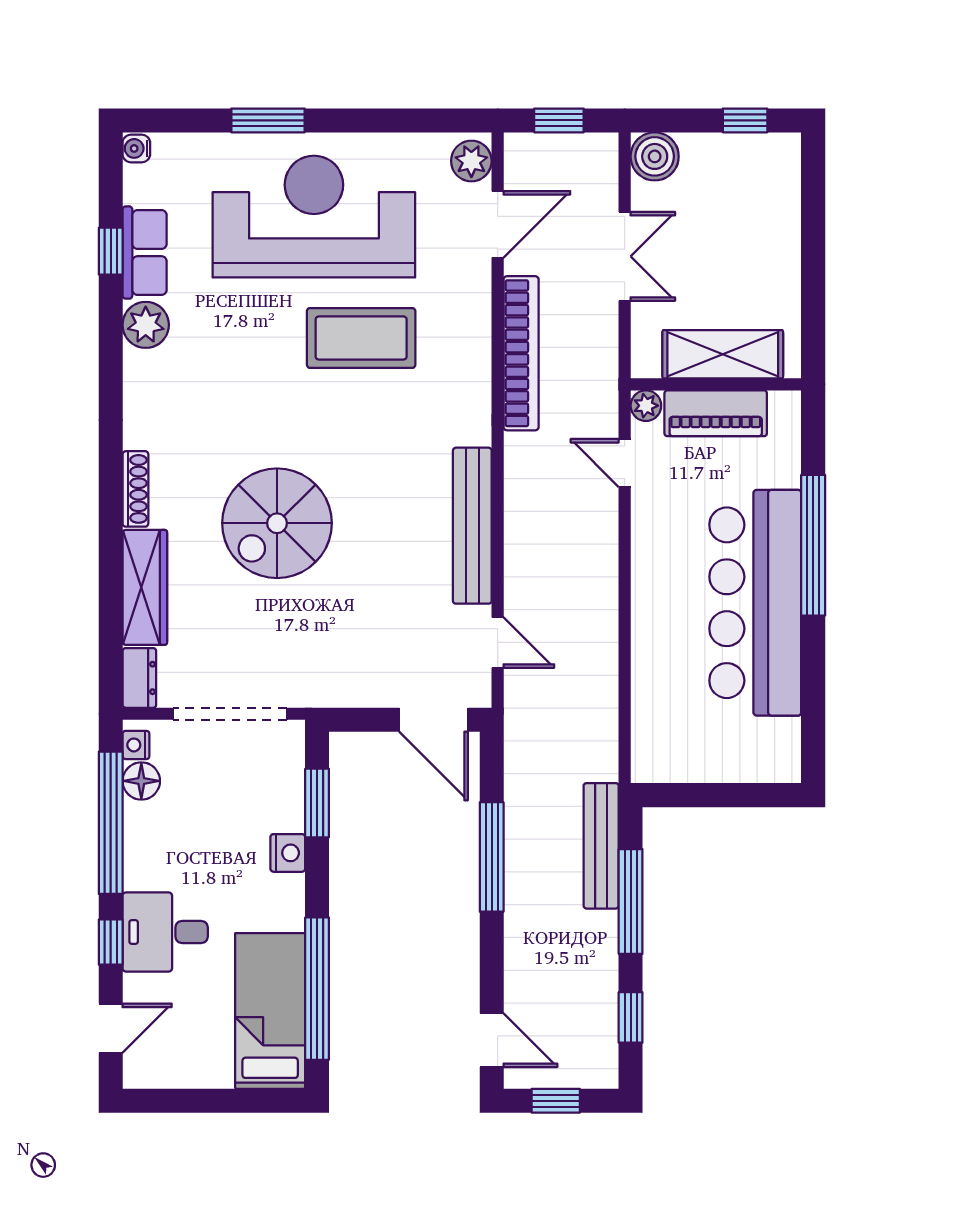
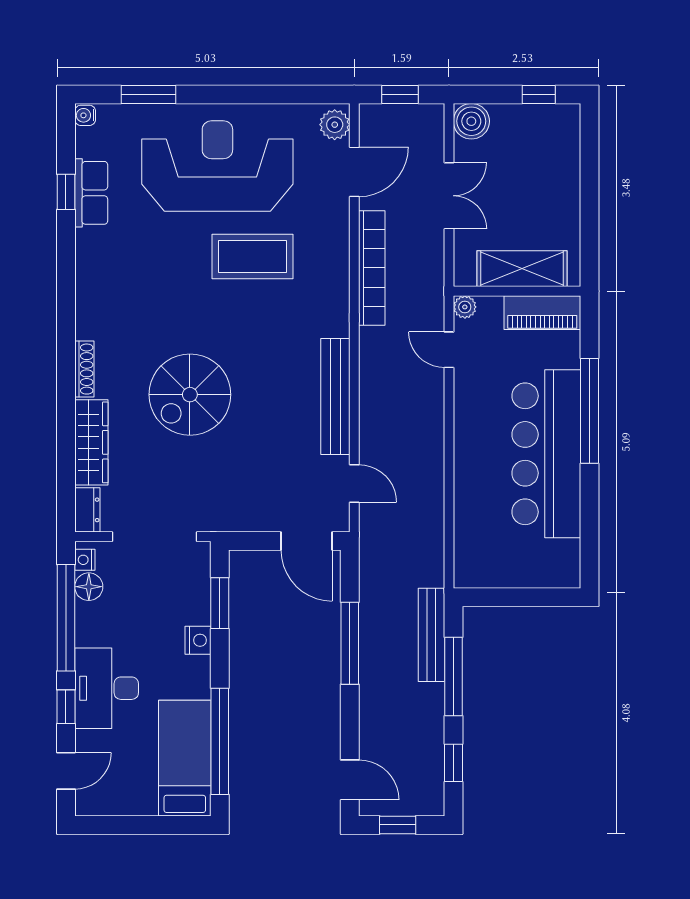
window: (268, 120) -> (148, 94), moved
plant: (146, 325) -> (92, 247), removed
piano: (716, 413) -> (542, 313), moved
desk: (165, 932) -> (107, 688), width x1.37

